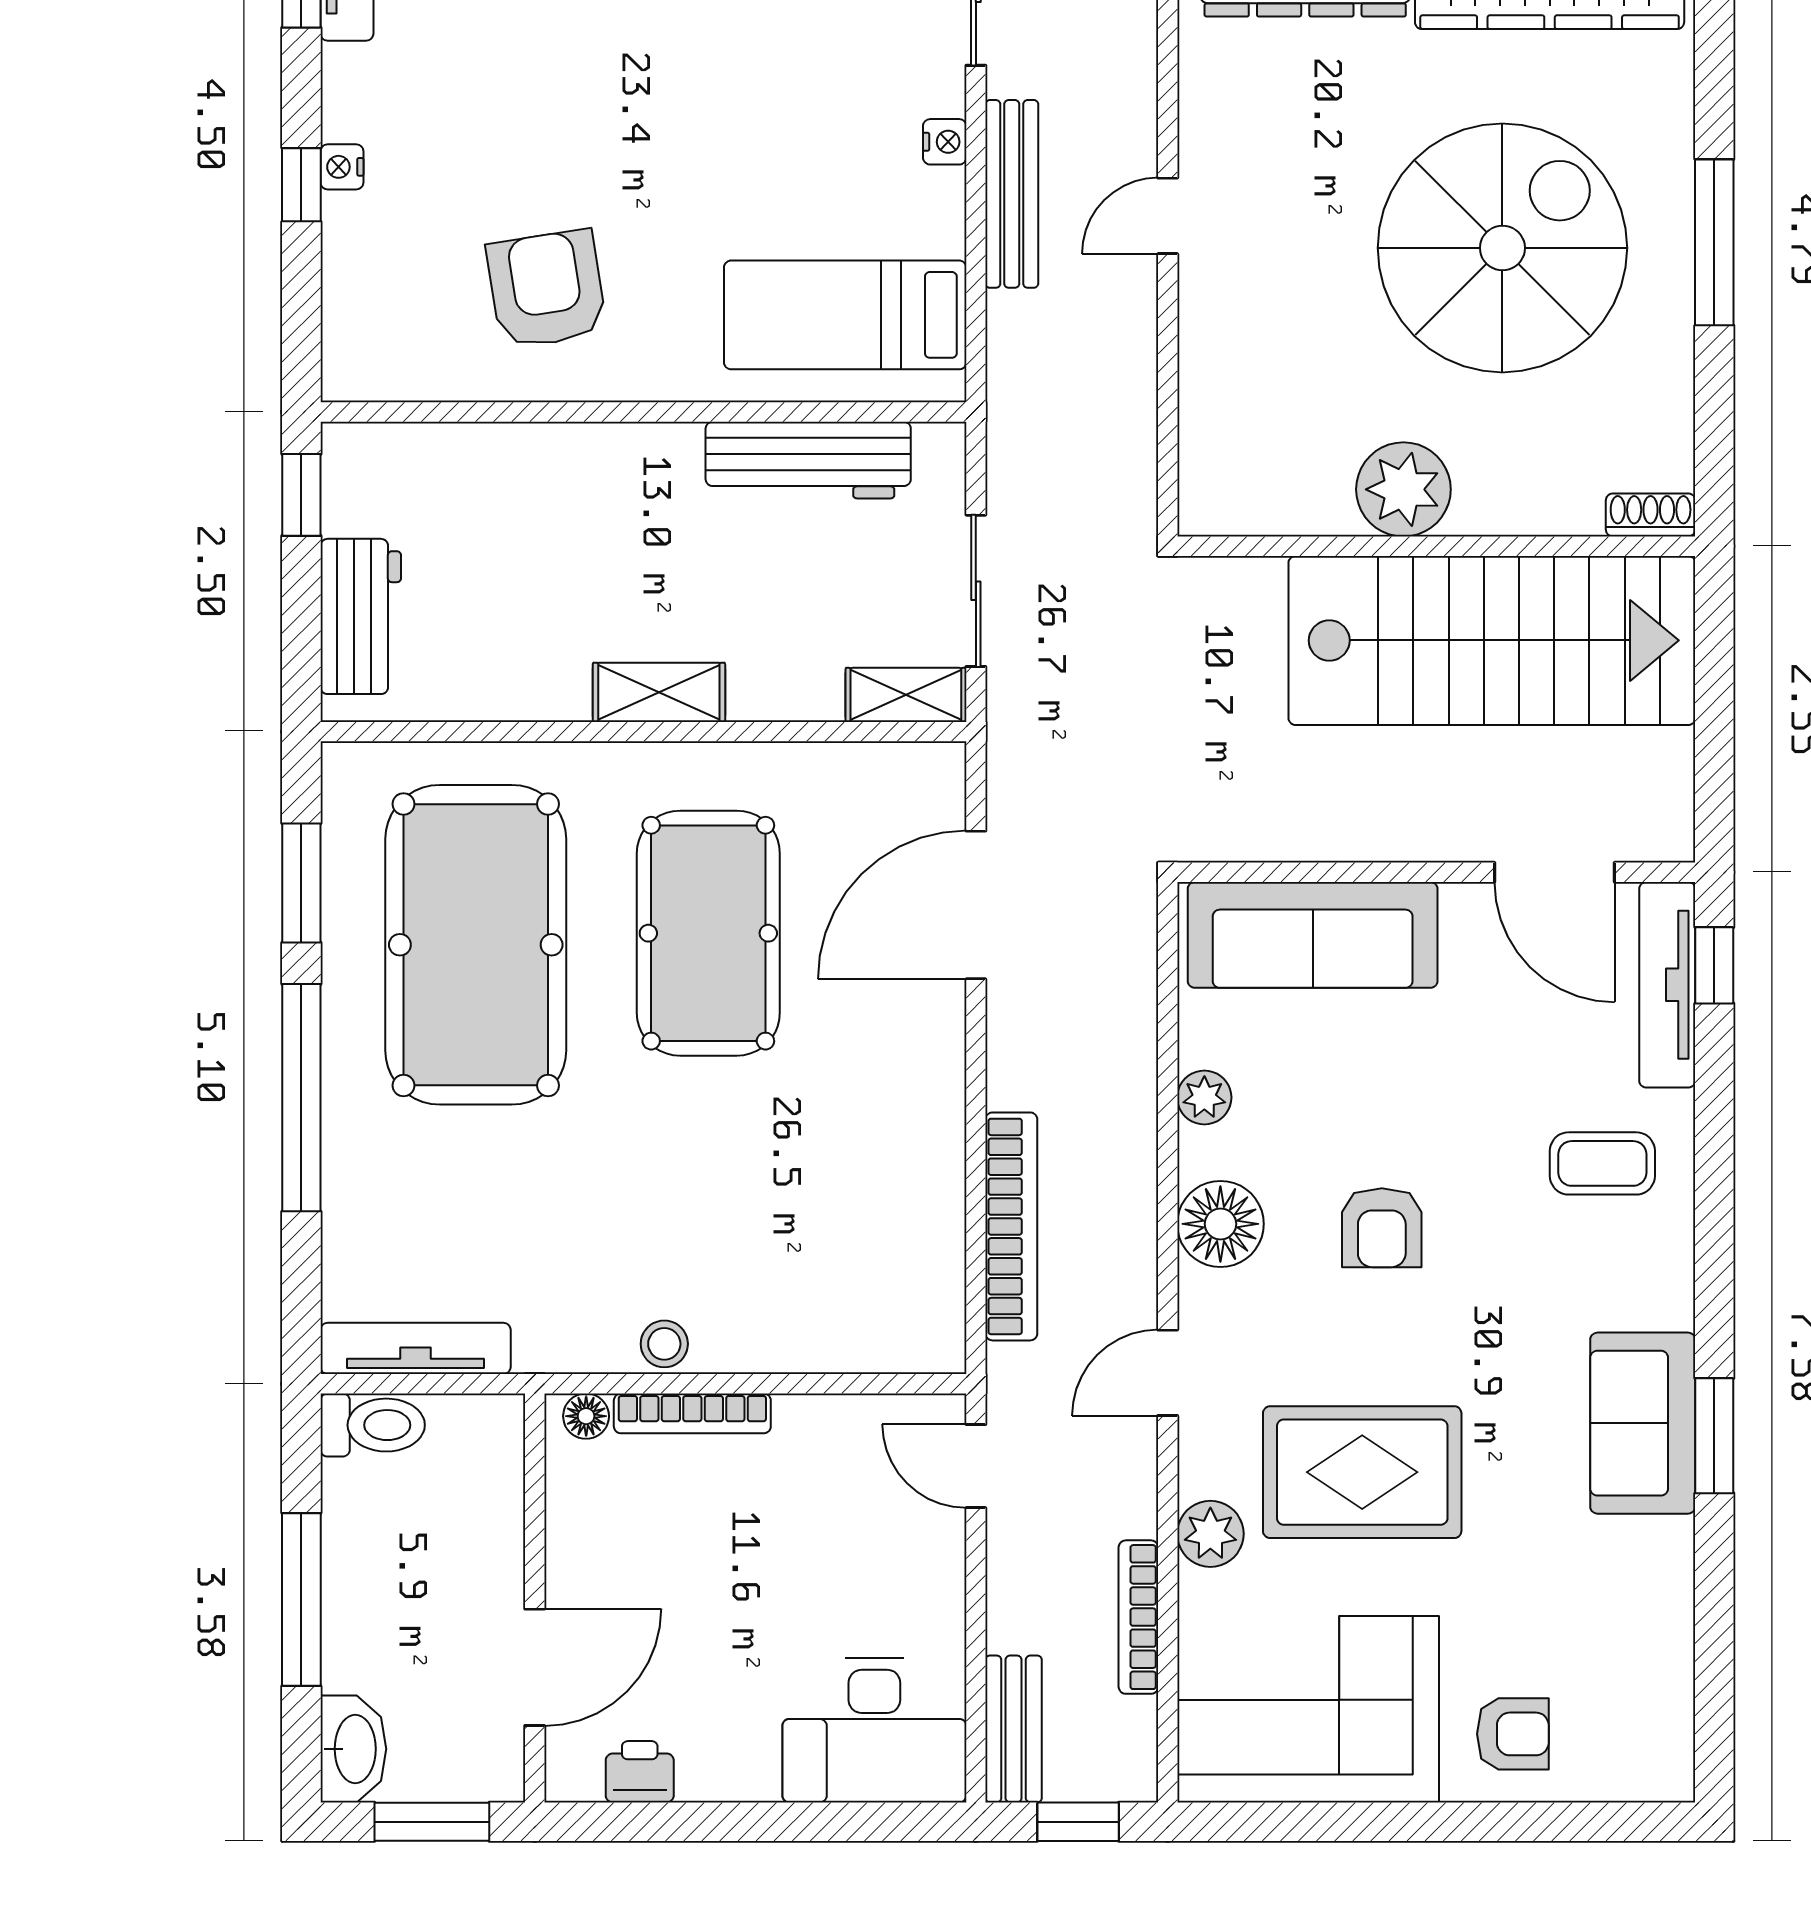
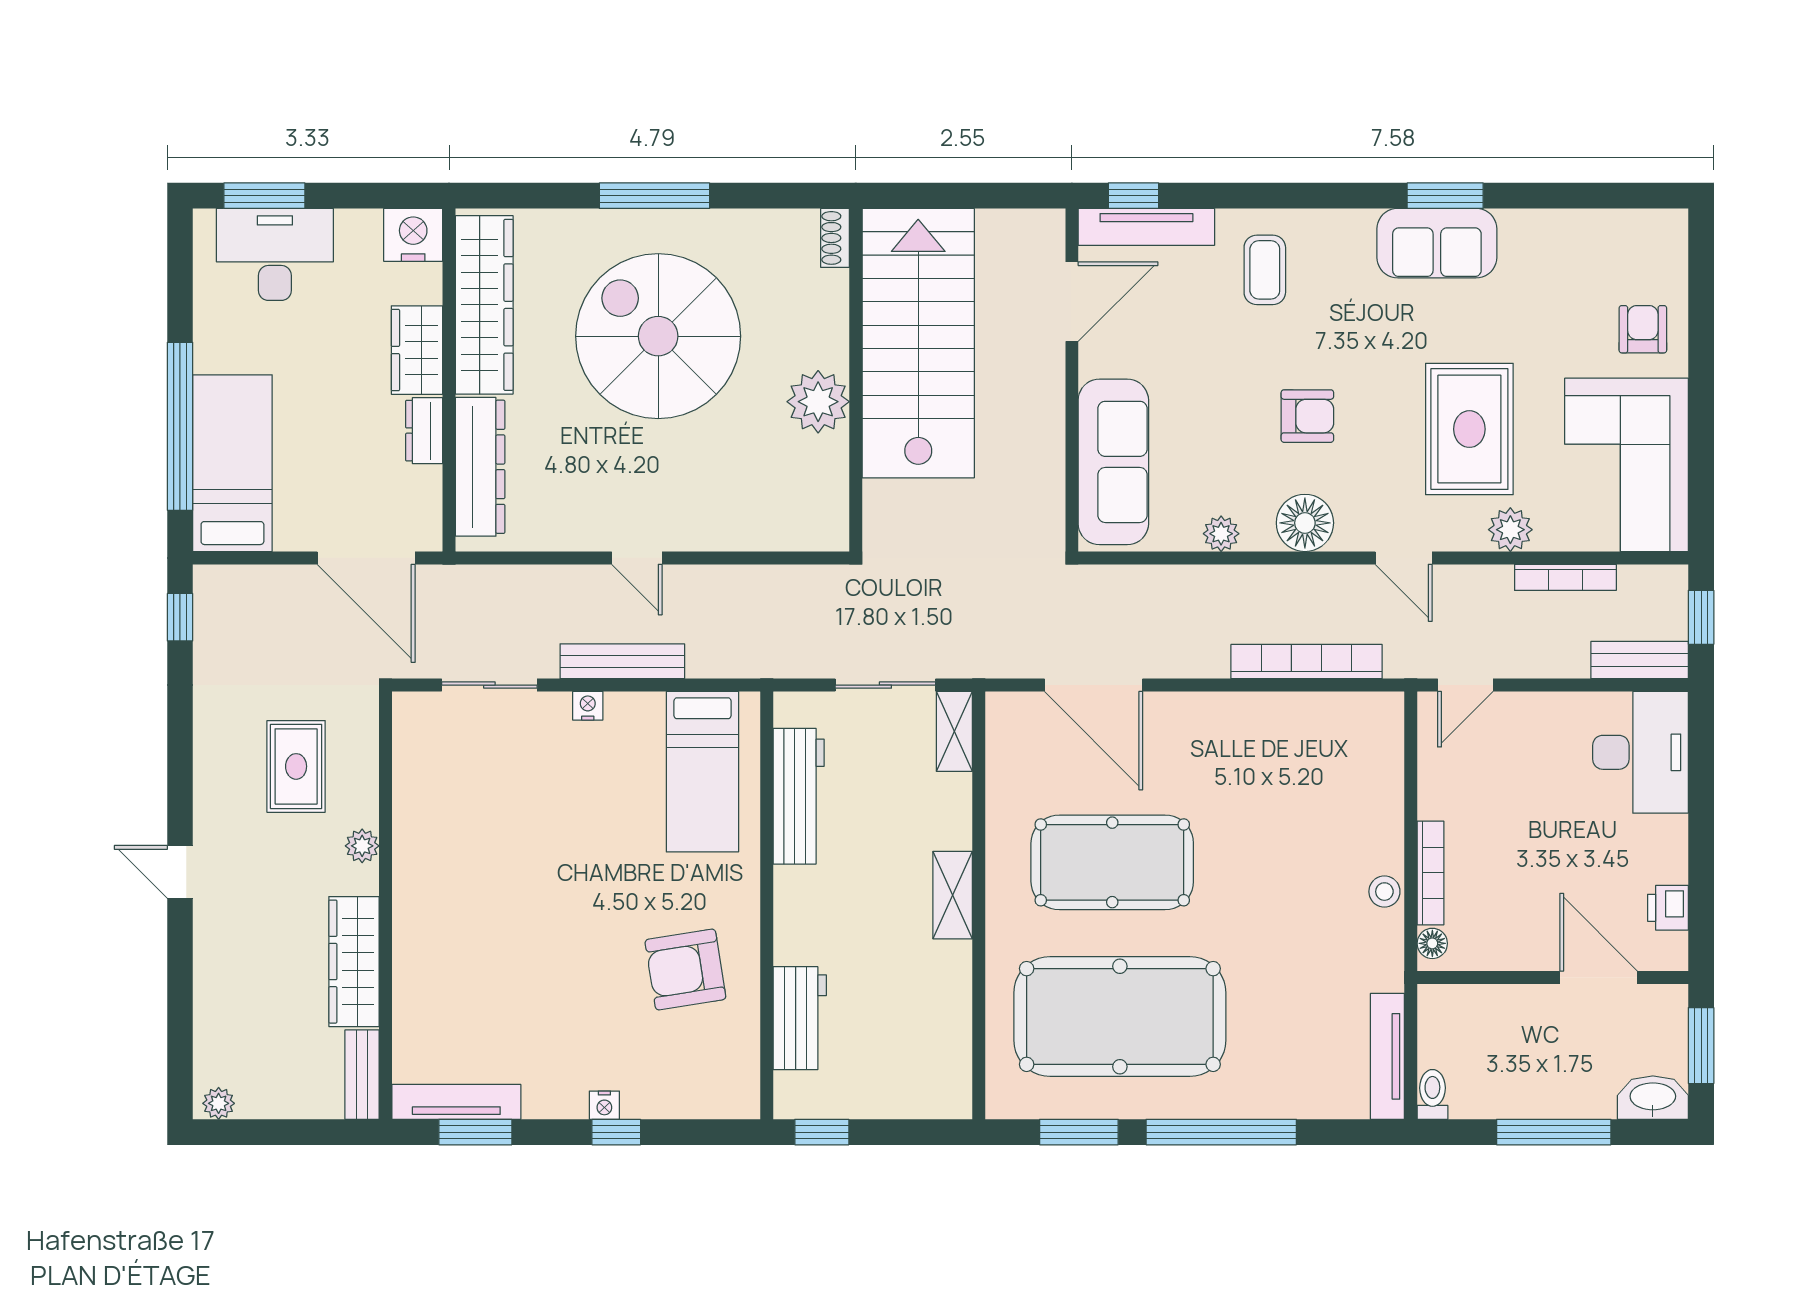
workbench: (361, 616) -> (800, 1018), moved, turned 90
toilet: (373, 1425) -> (1432, 1094), width x0.73, depth x0.72

